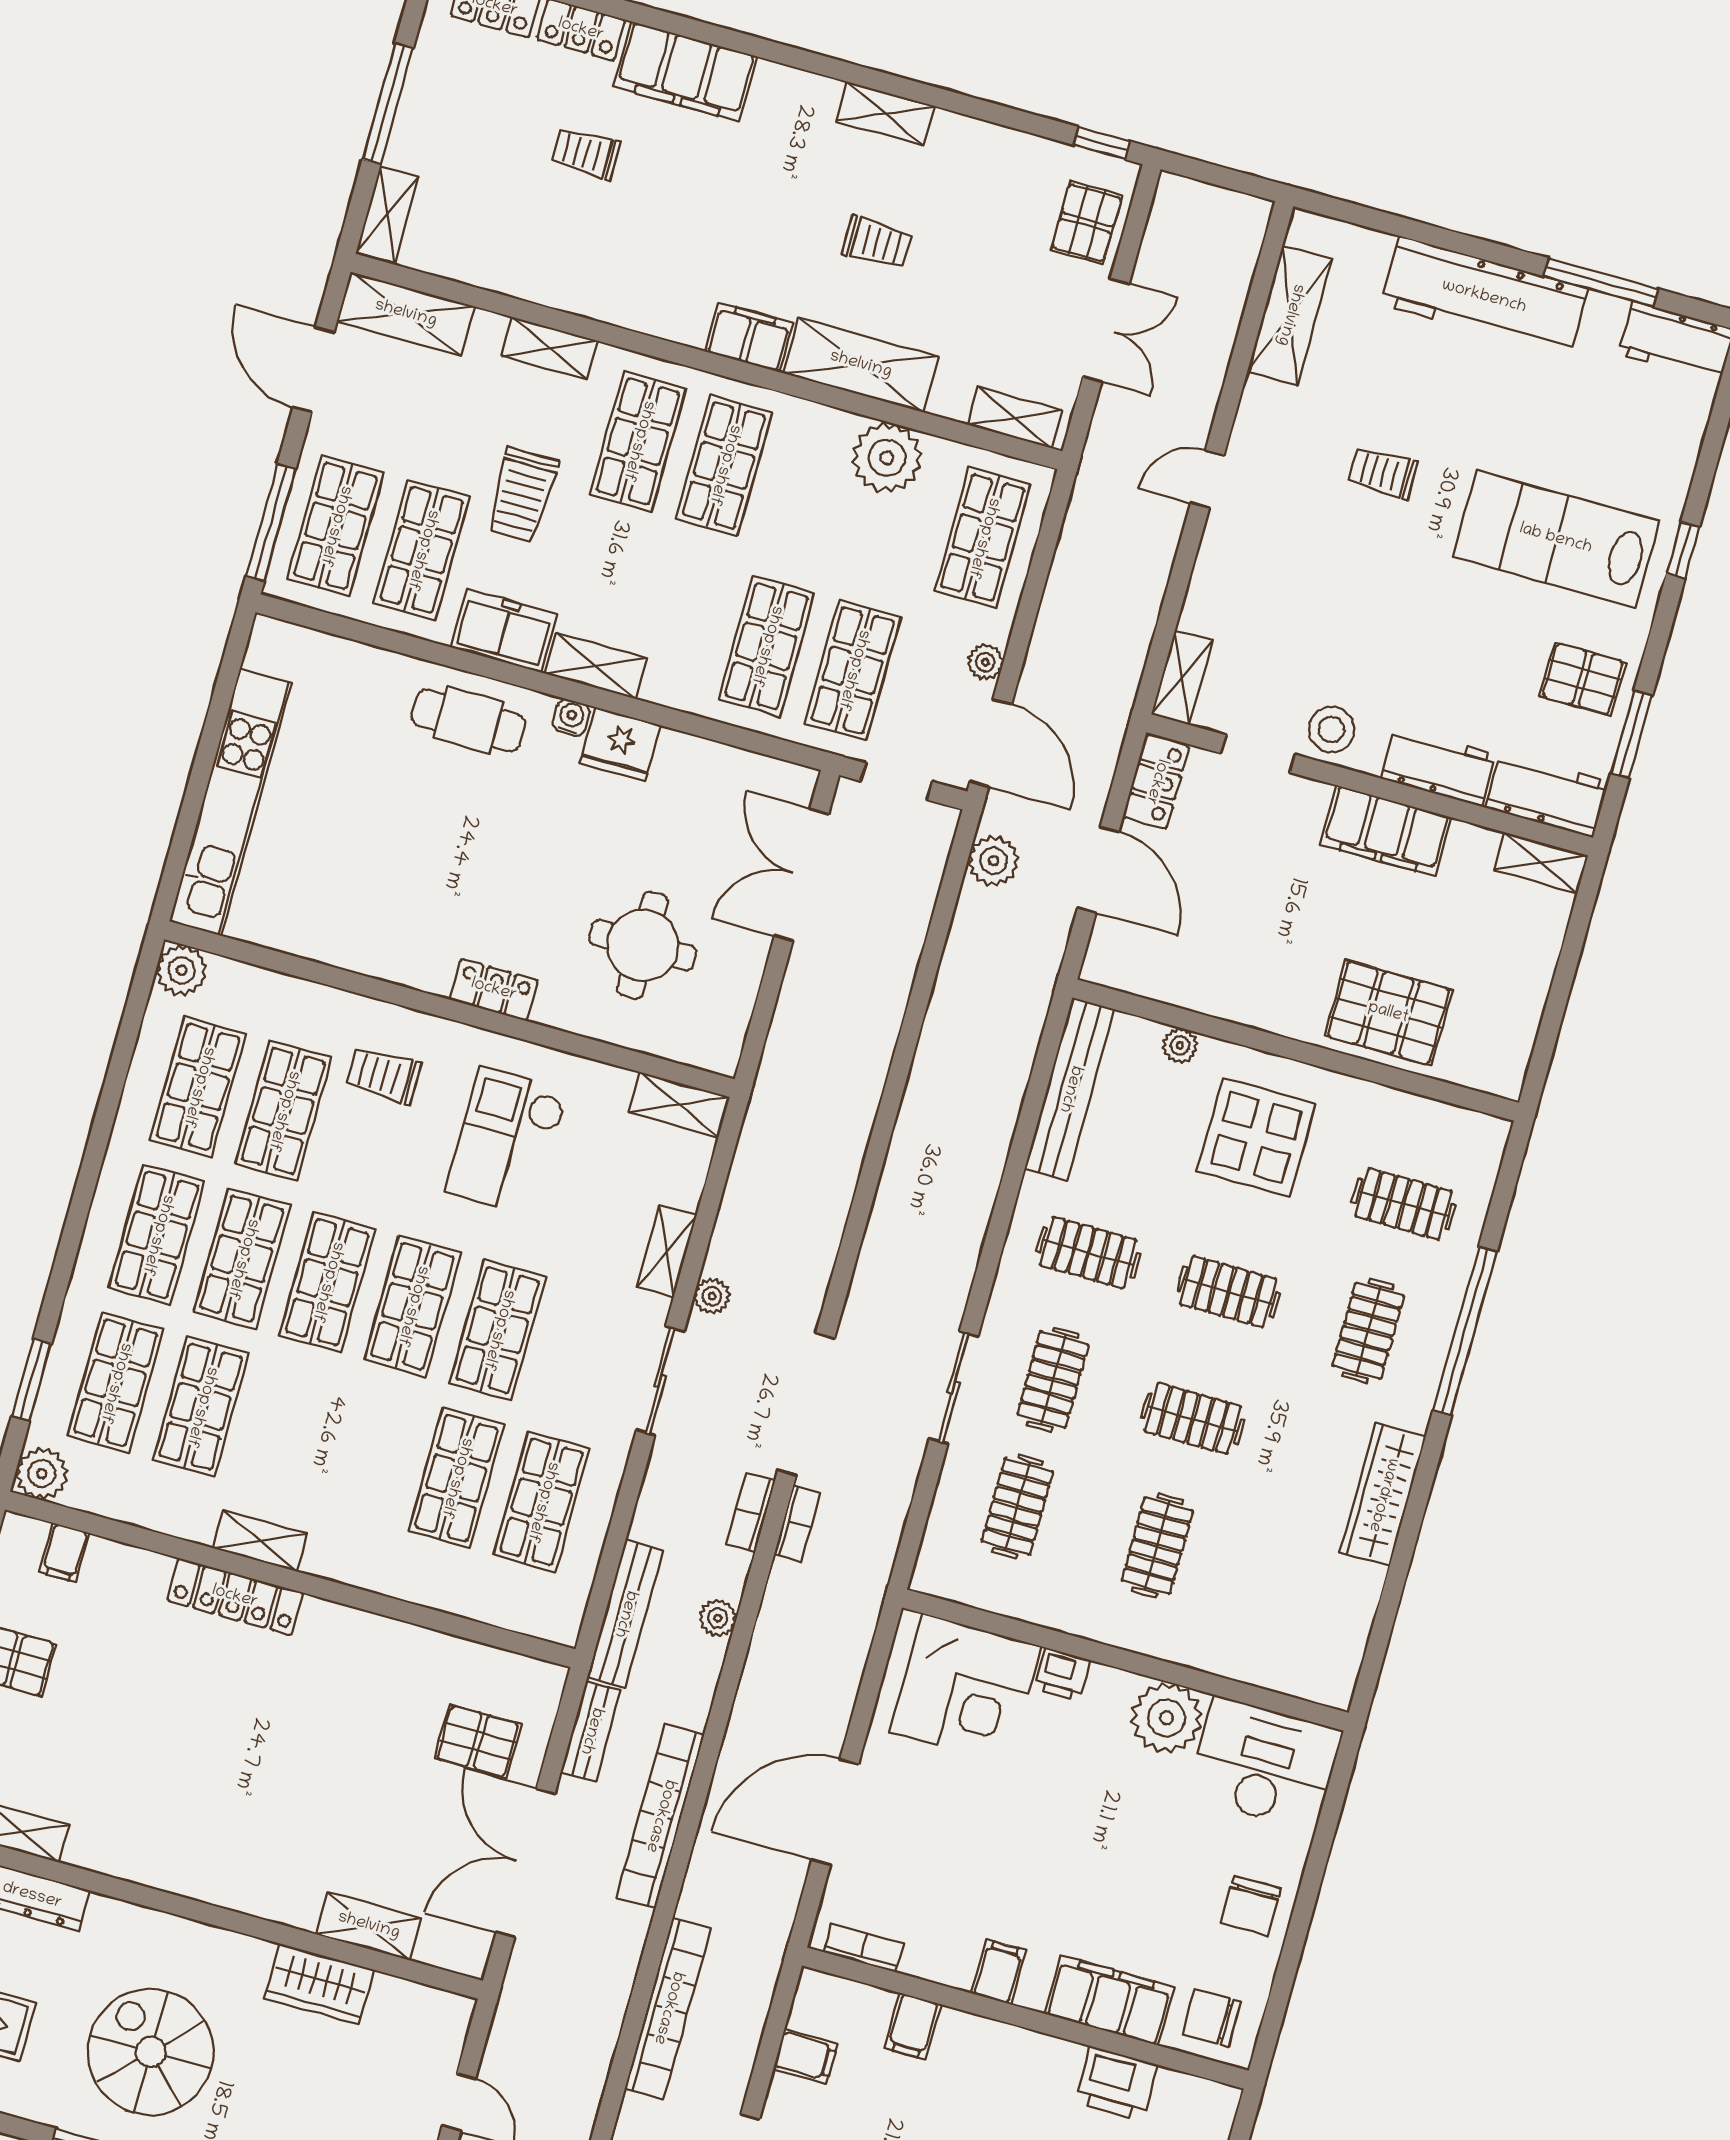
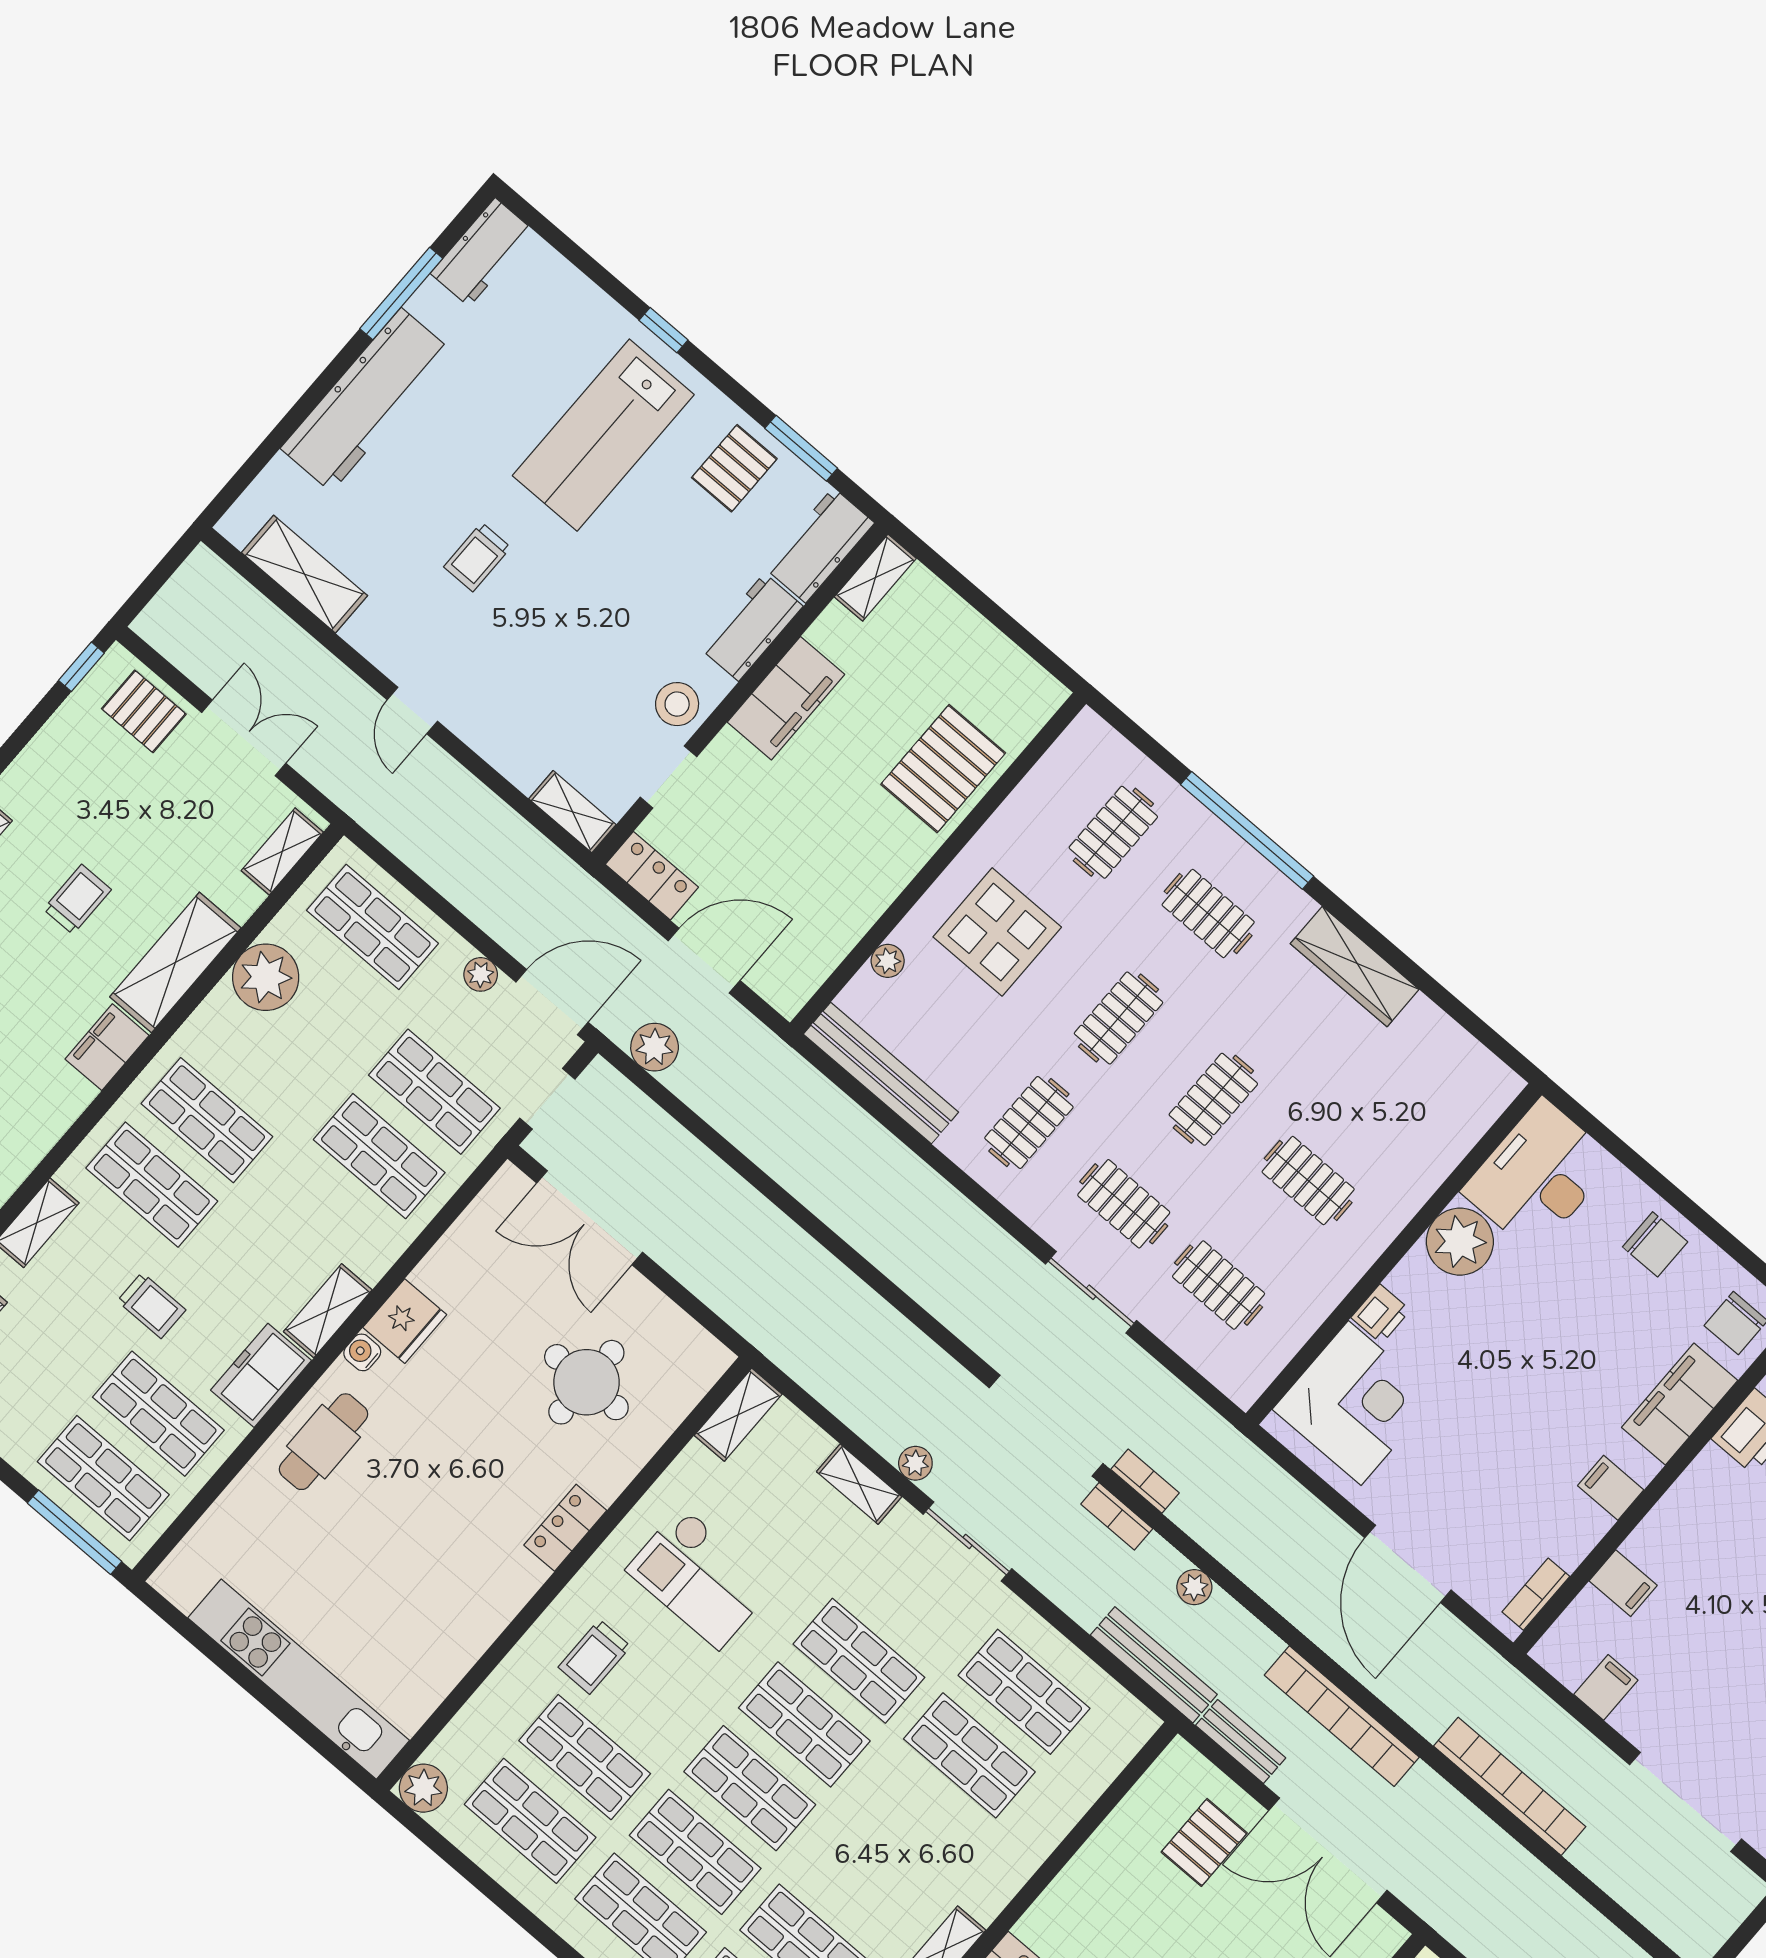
trolley: (522, 495) -> (152, 1305), width x0.73, depth x0.72

